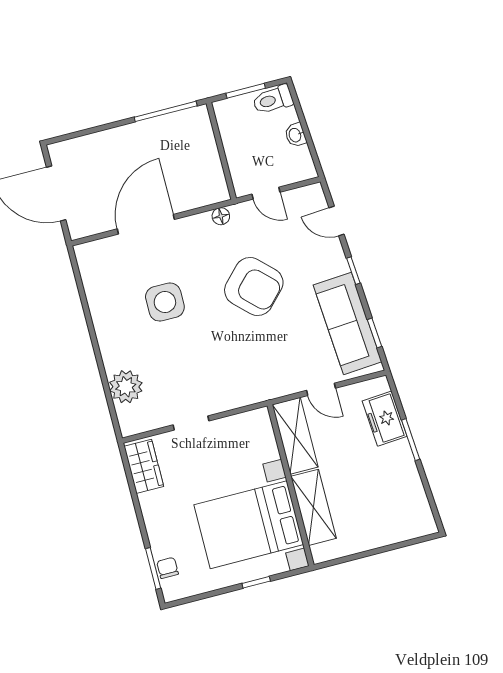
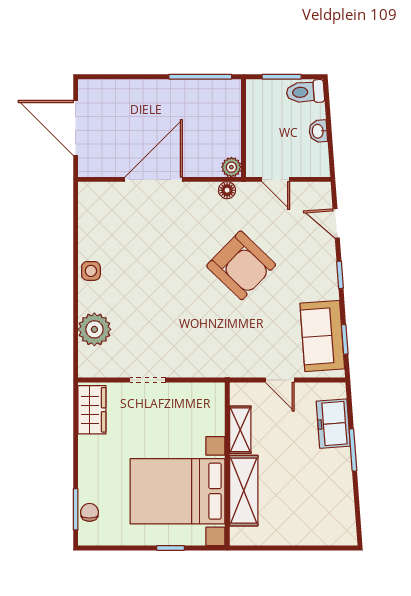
plant: (219, 192) -> (231, 167), added
side table: (165, 302) -> (91, 271), moved, width x0.54, depth x0.54
sofa: (347, 323) -> (322, 336), width x0.73
shelving: (295, 436) -> (240, 430), width x0.67, depth x0.75

